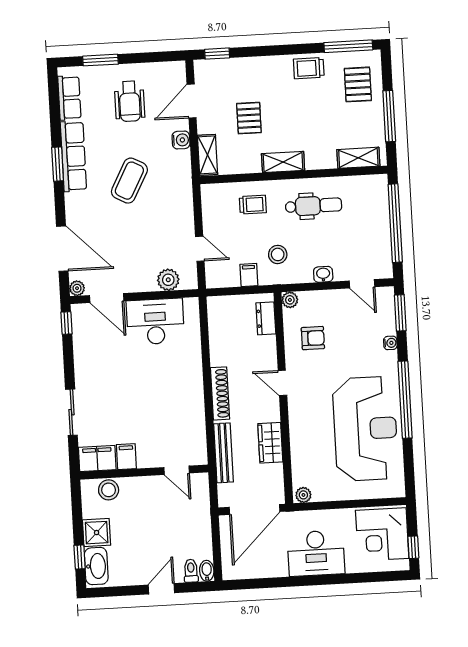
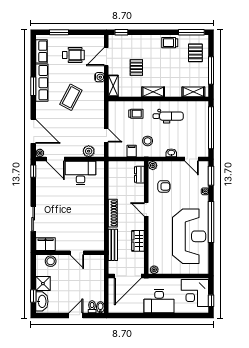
wheelchair: (130, 101) -> (73, 55), turned -90
filing cabinet: (126, 457) -> (61, 244), removed
door: (177, 470) -> (77, 253), moved

